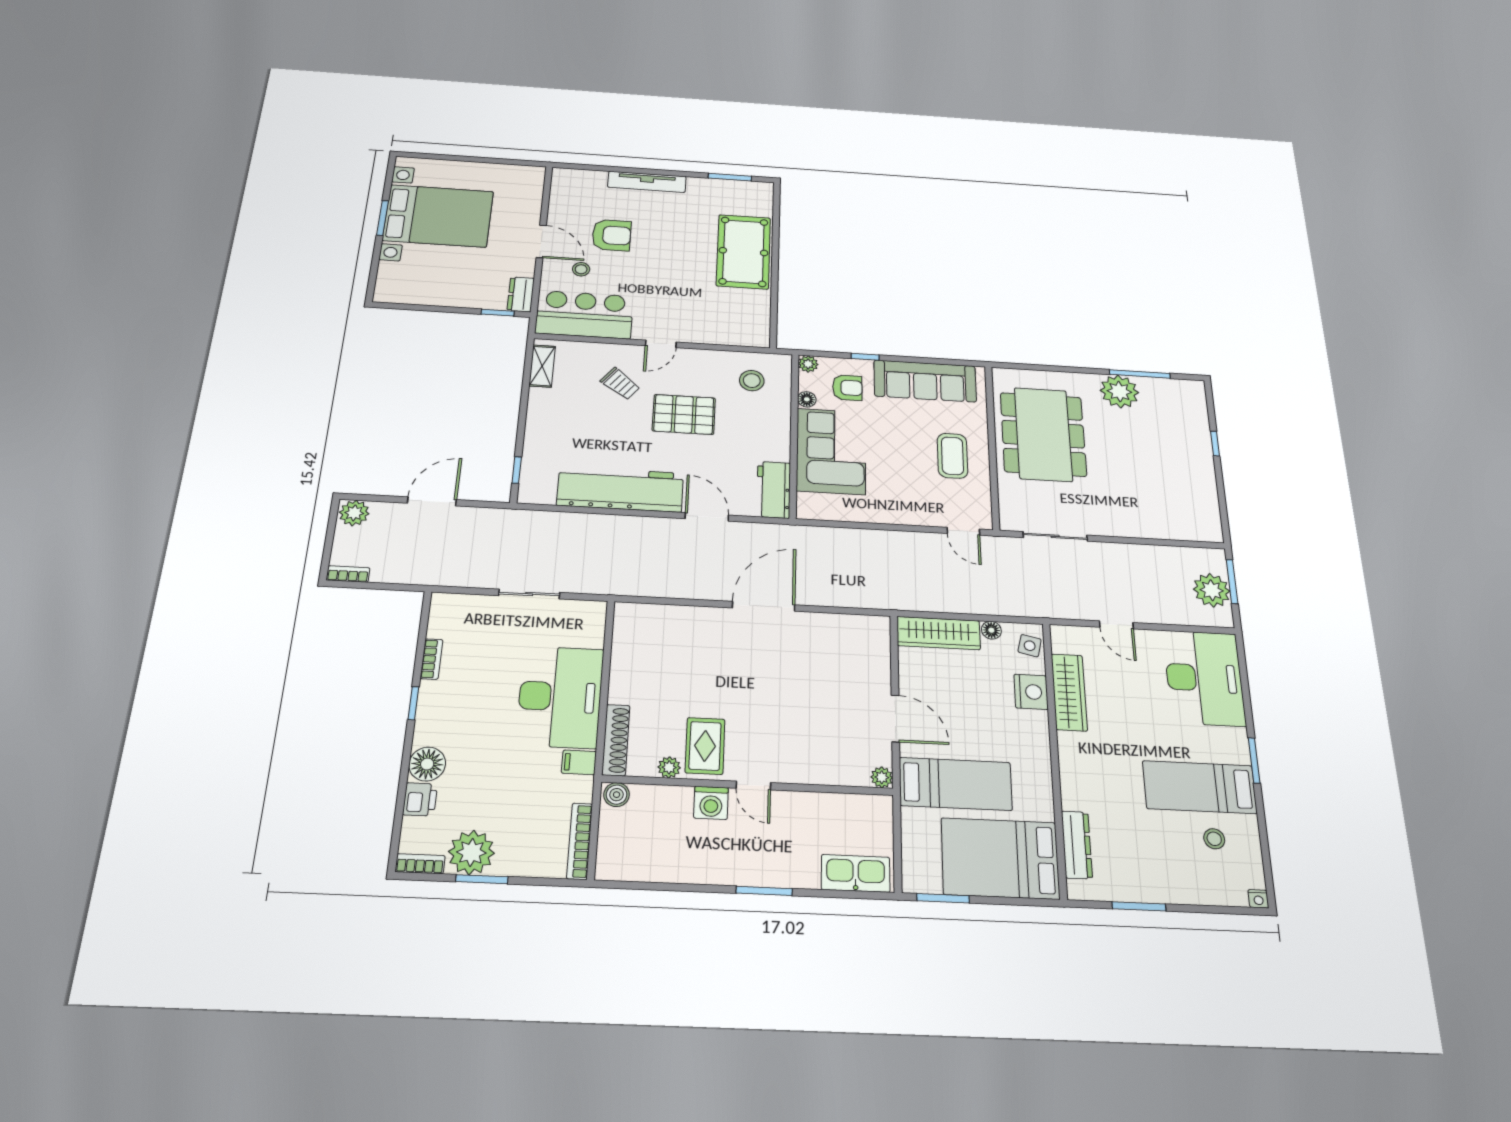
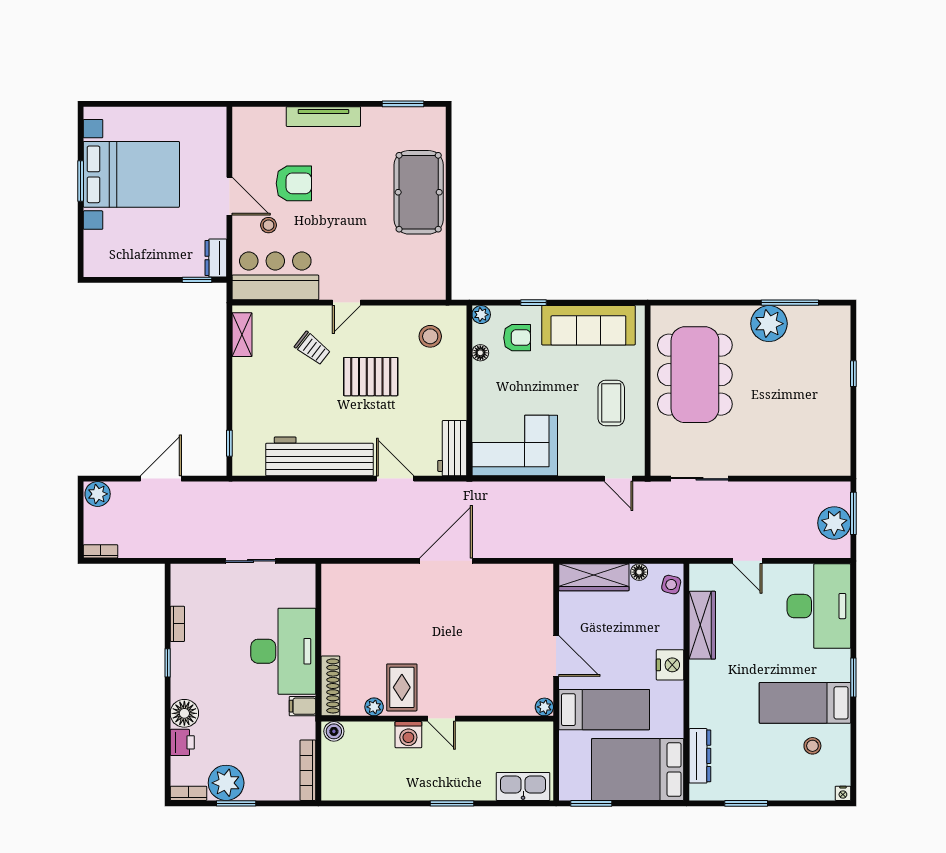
corner sofa: (831, 451) -> (515, 446), moved, turned -90
nightstand: (1031, 692) -> (670, 665), moved

